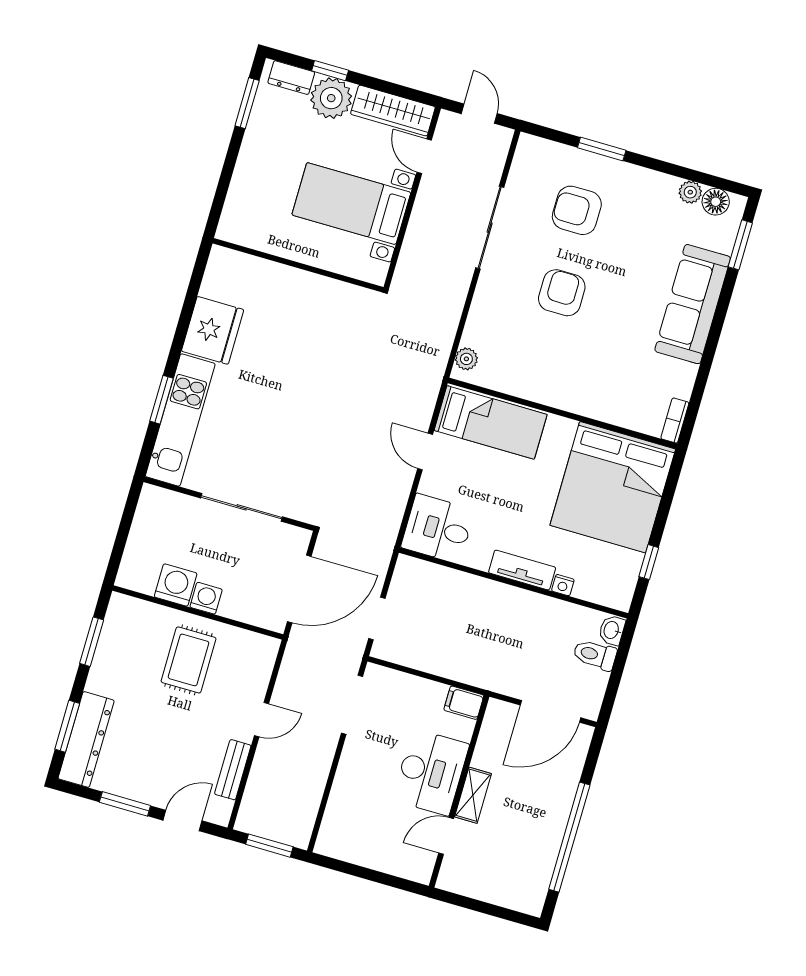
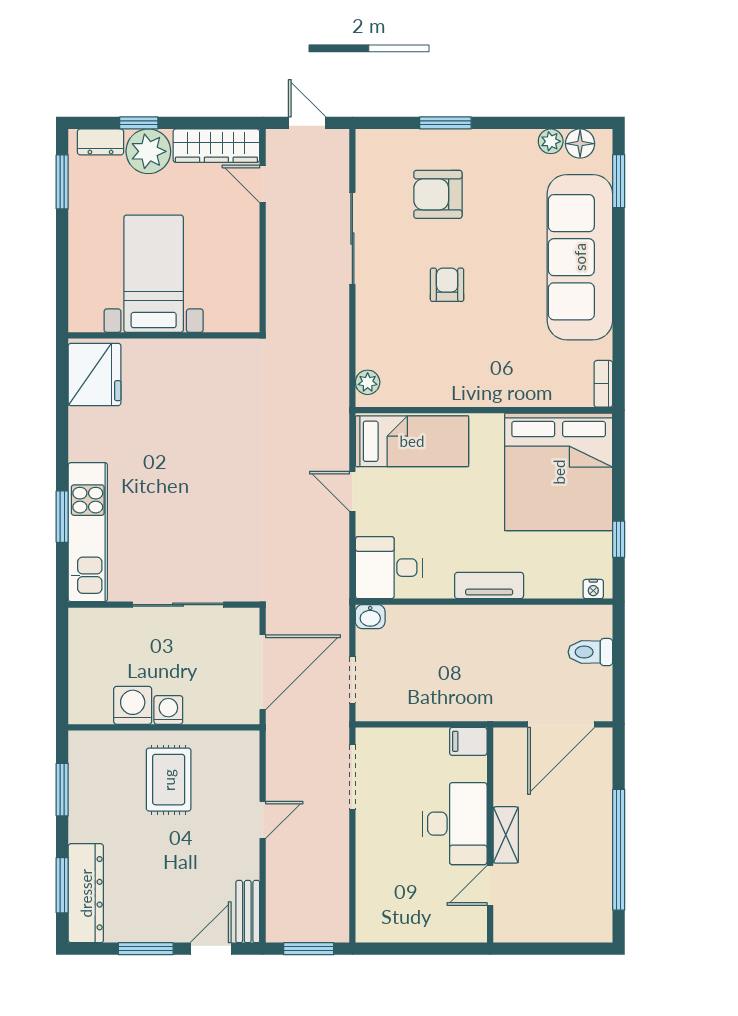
bed with nightstands: (351, 204) -> (154, 274), moved, turned 90
armchair: (562, 293) -> (447, 285), width x0.72, depth x0.72
sofa: (693, 304) -> (580, 257), width x1.36, depth x1.27
fridge: (213, 330) -> (95, 374), moved
nightstand: (563, 585) -> (593, 589), moved
washbasin: (612, 630) -> (370, 617), moved, turned -90
bench: (233, 770) -> (248, 912), moved

